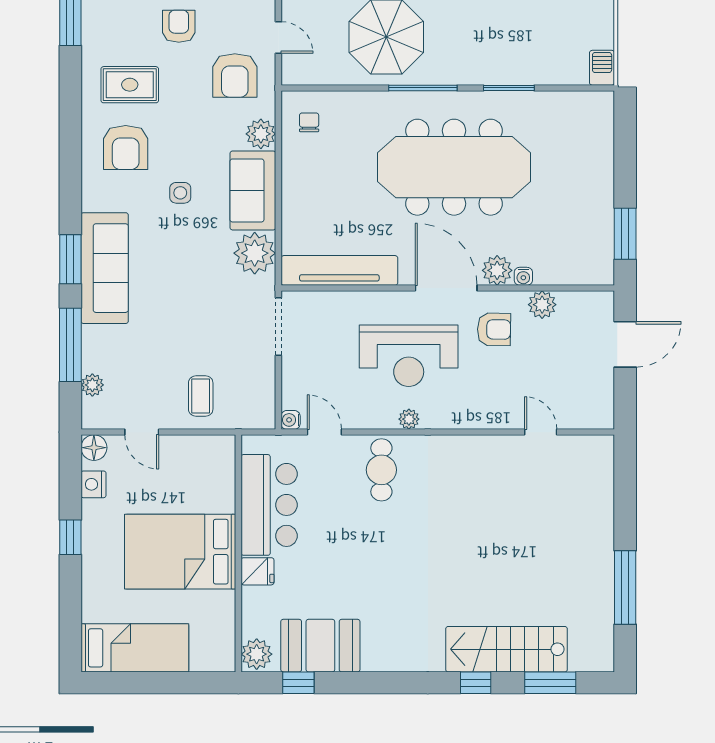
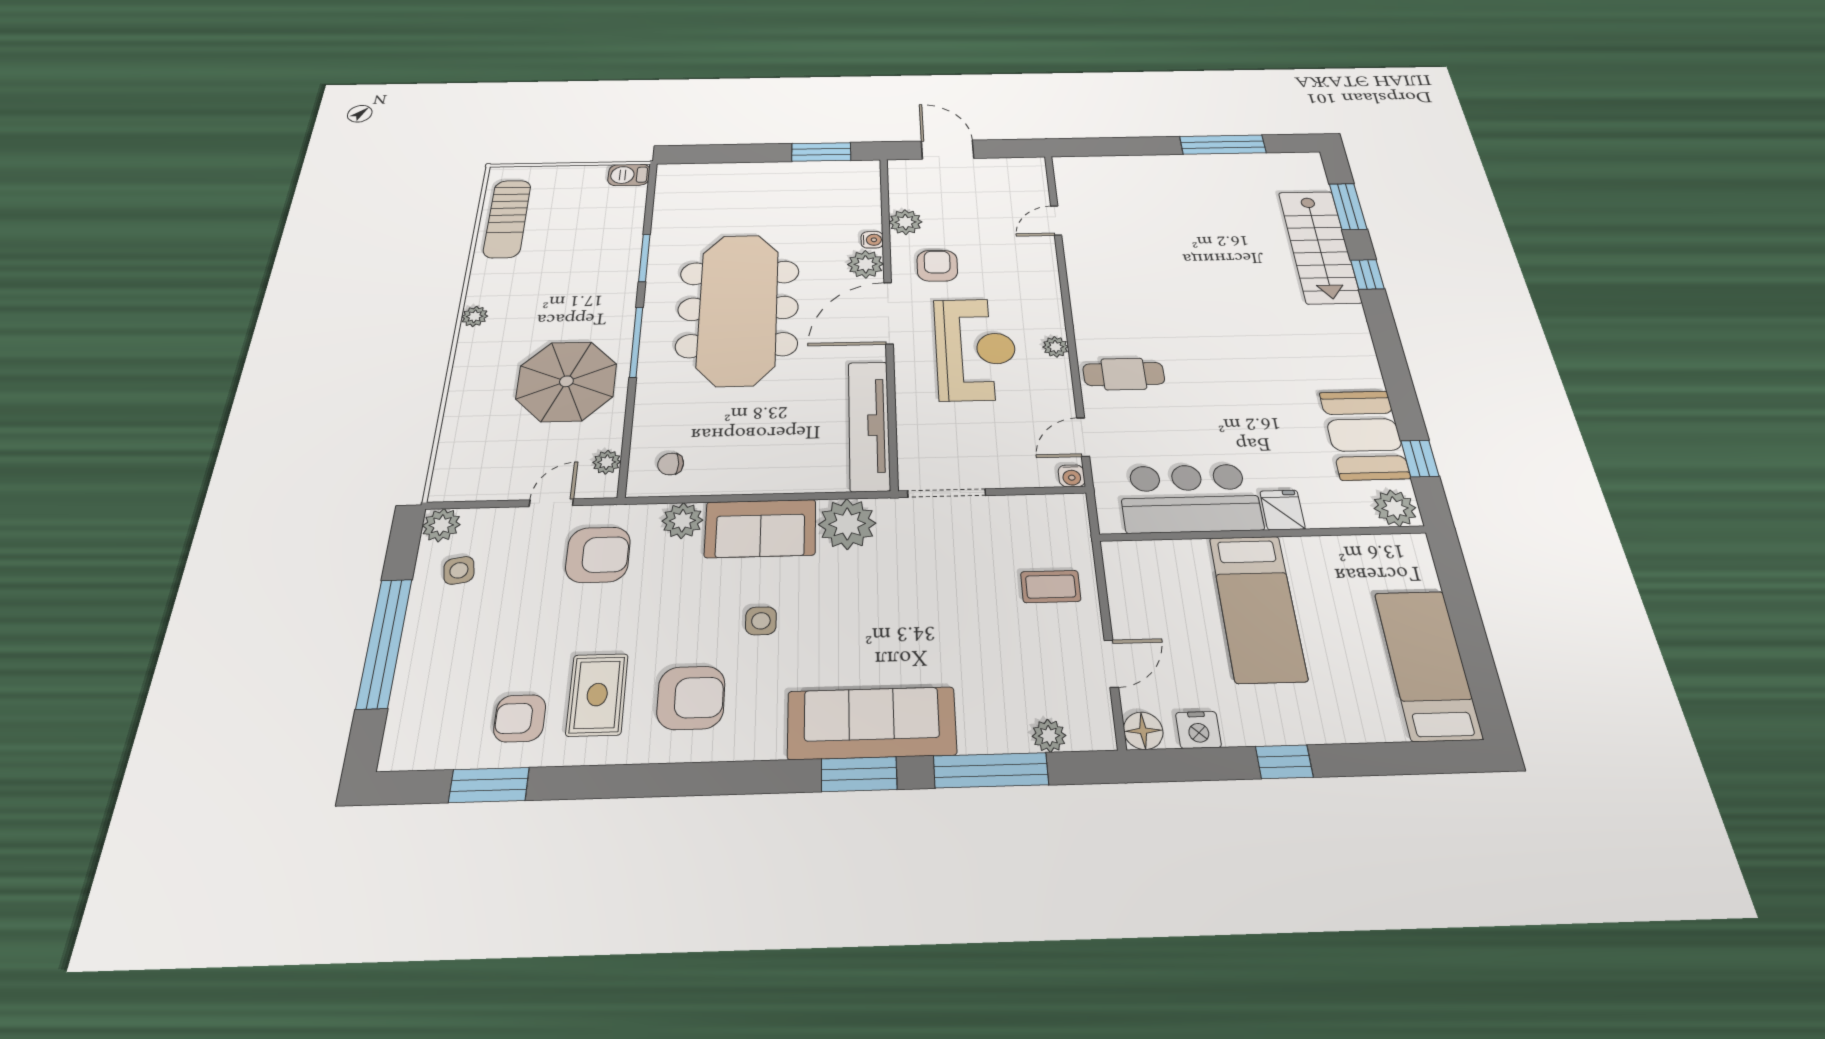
armchair: (179, 26) -> (520, 718), moved
plant: (312, 75) -> (607, 462), added
bed: (180, 552) -> (1258, 608), width x0.67

